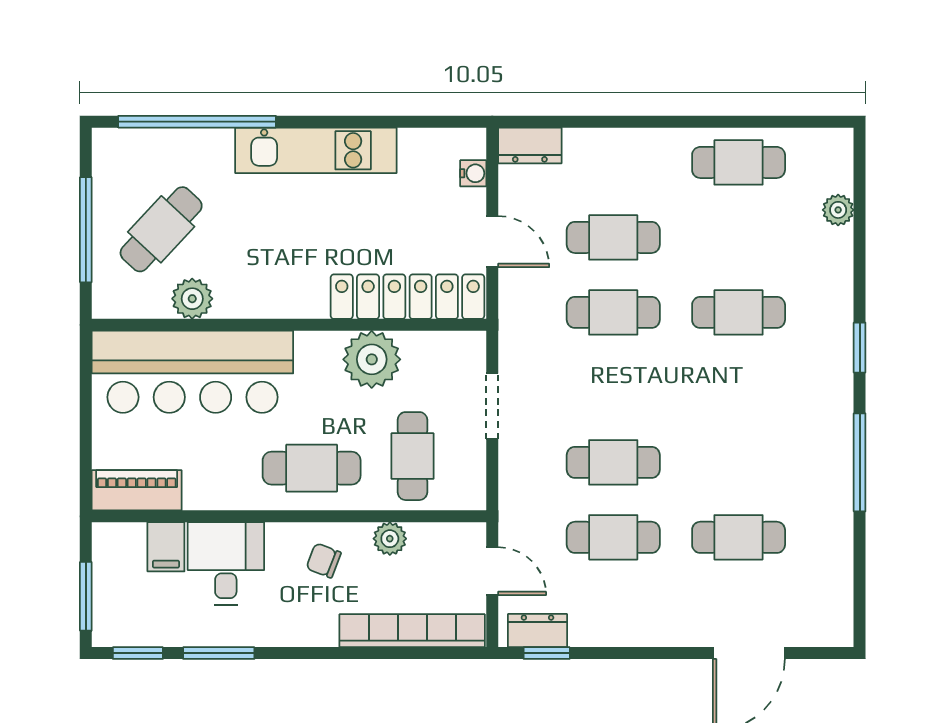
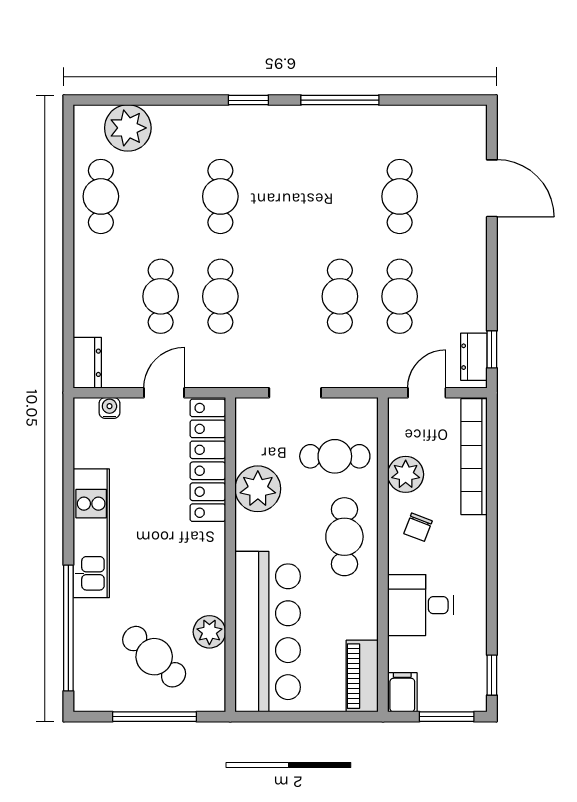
plant: (838, 210) -> (128, 128), width x1.88, depth x1.88
plant: (390, 539) -> (406, 474), width x1.38, depth x1.38
filing cabinet: (166, 547) -> (402, 692), moved, turned -90
window: (219, 653) -> (492, 611), removed

